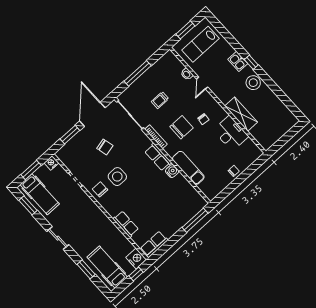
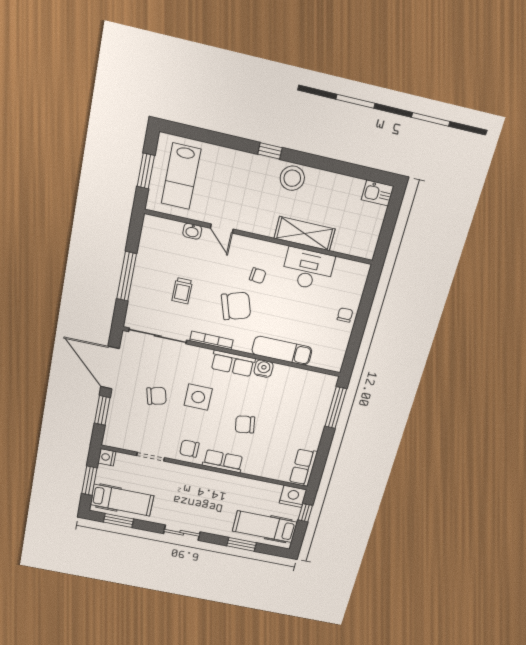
kitchen sink: (238, 61) -> (378, 193), moved
chair: (181, 127) -> (236, 306), turned 72
side table: (117, 177) -> (198, 397), moved
chair: (140, 196) -> (245, 424), added
row of seats: (126, 224) -> (223, 461), moved

